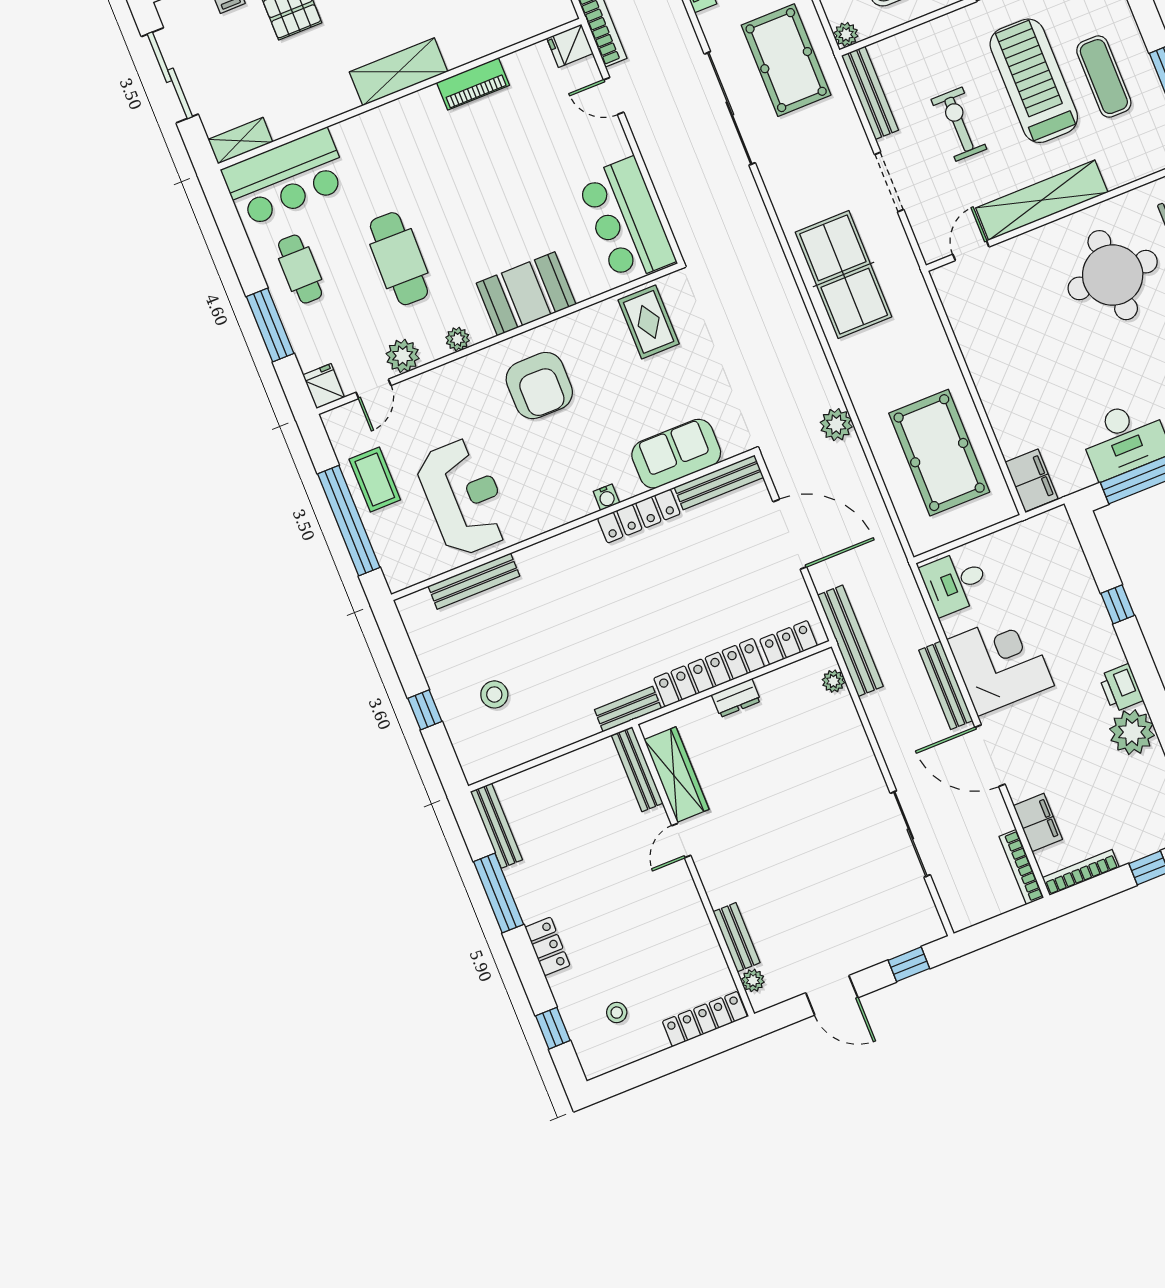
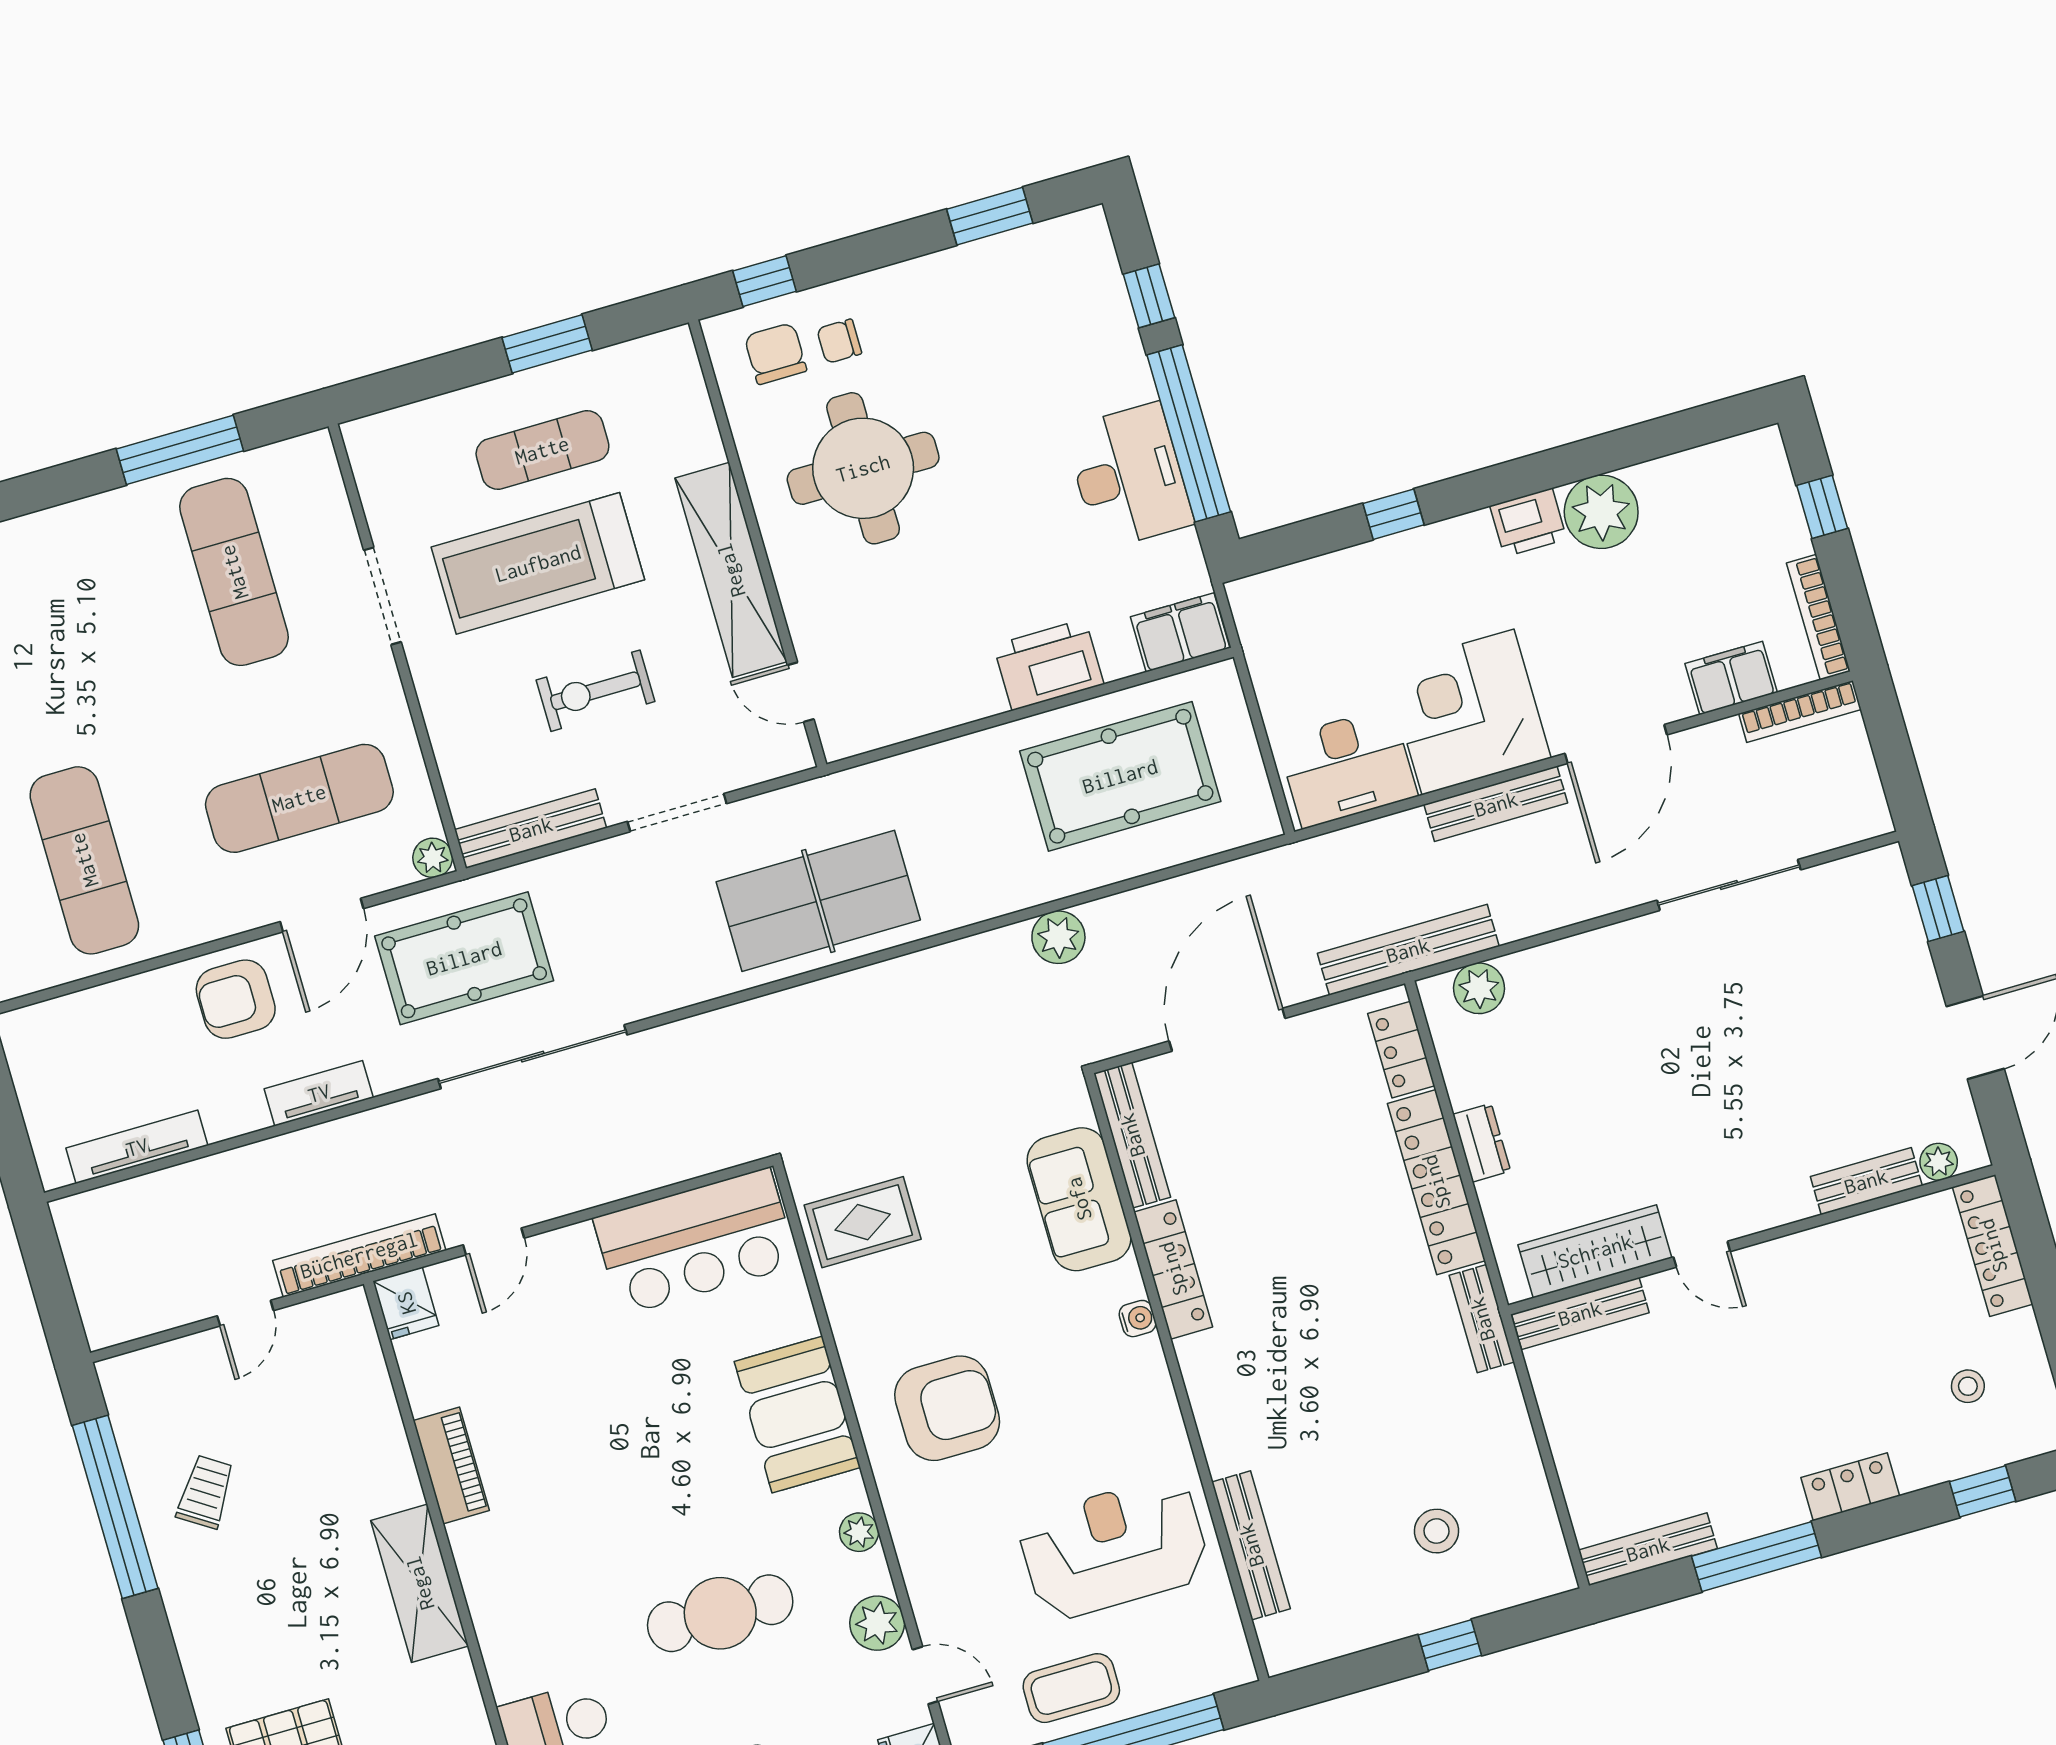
printer: (1003, 402) -> (1049, 665), added
desk: (955, 582) -> (1347, 767), width x1.37
plant: (833, 681) -> (1479, 988), width x1.38, depth x1.38

